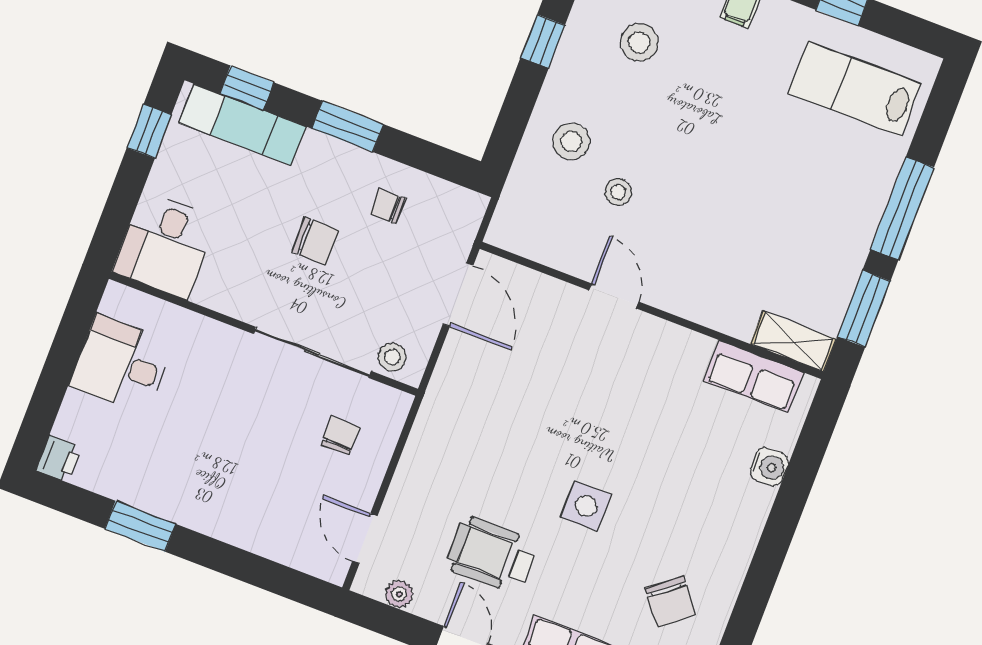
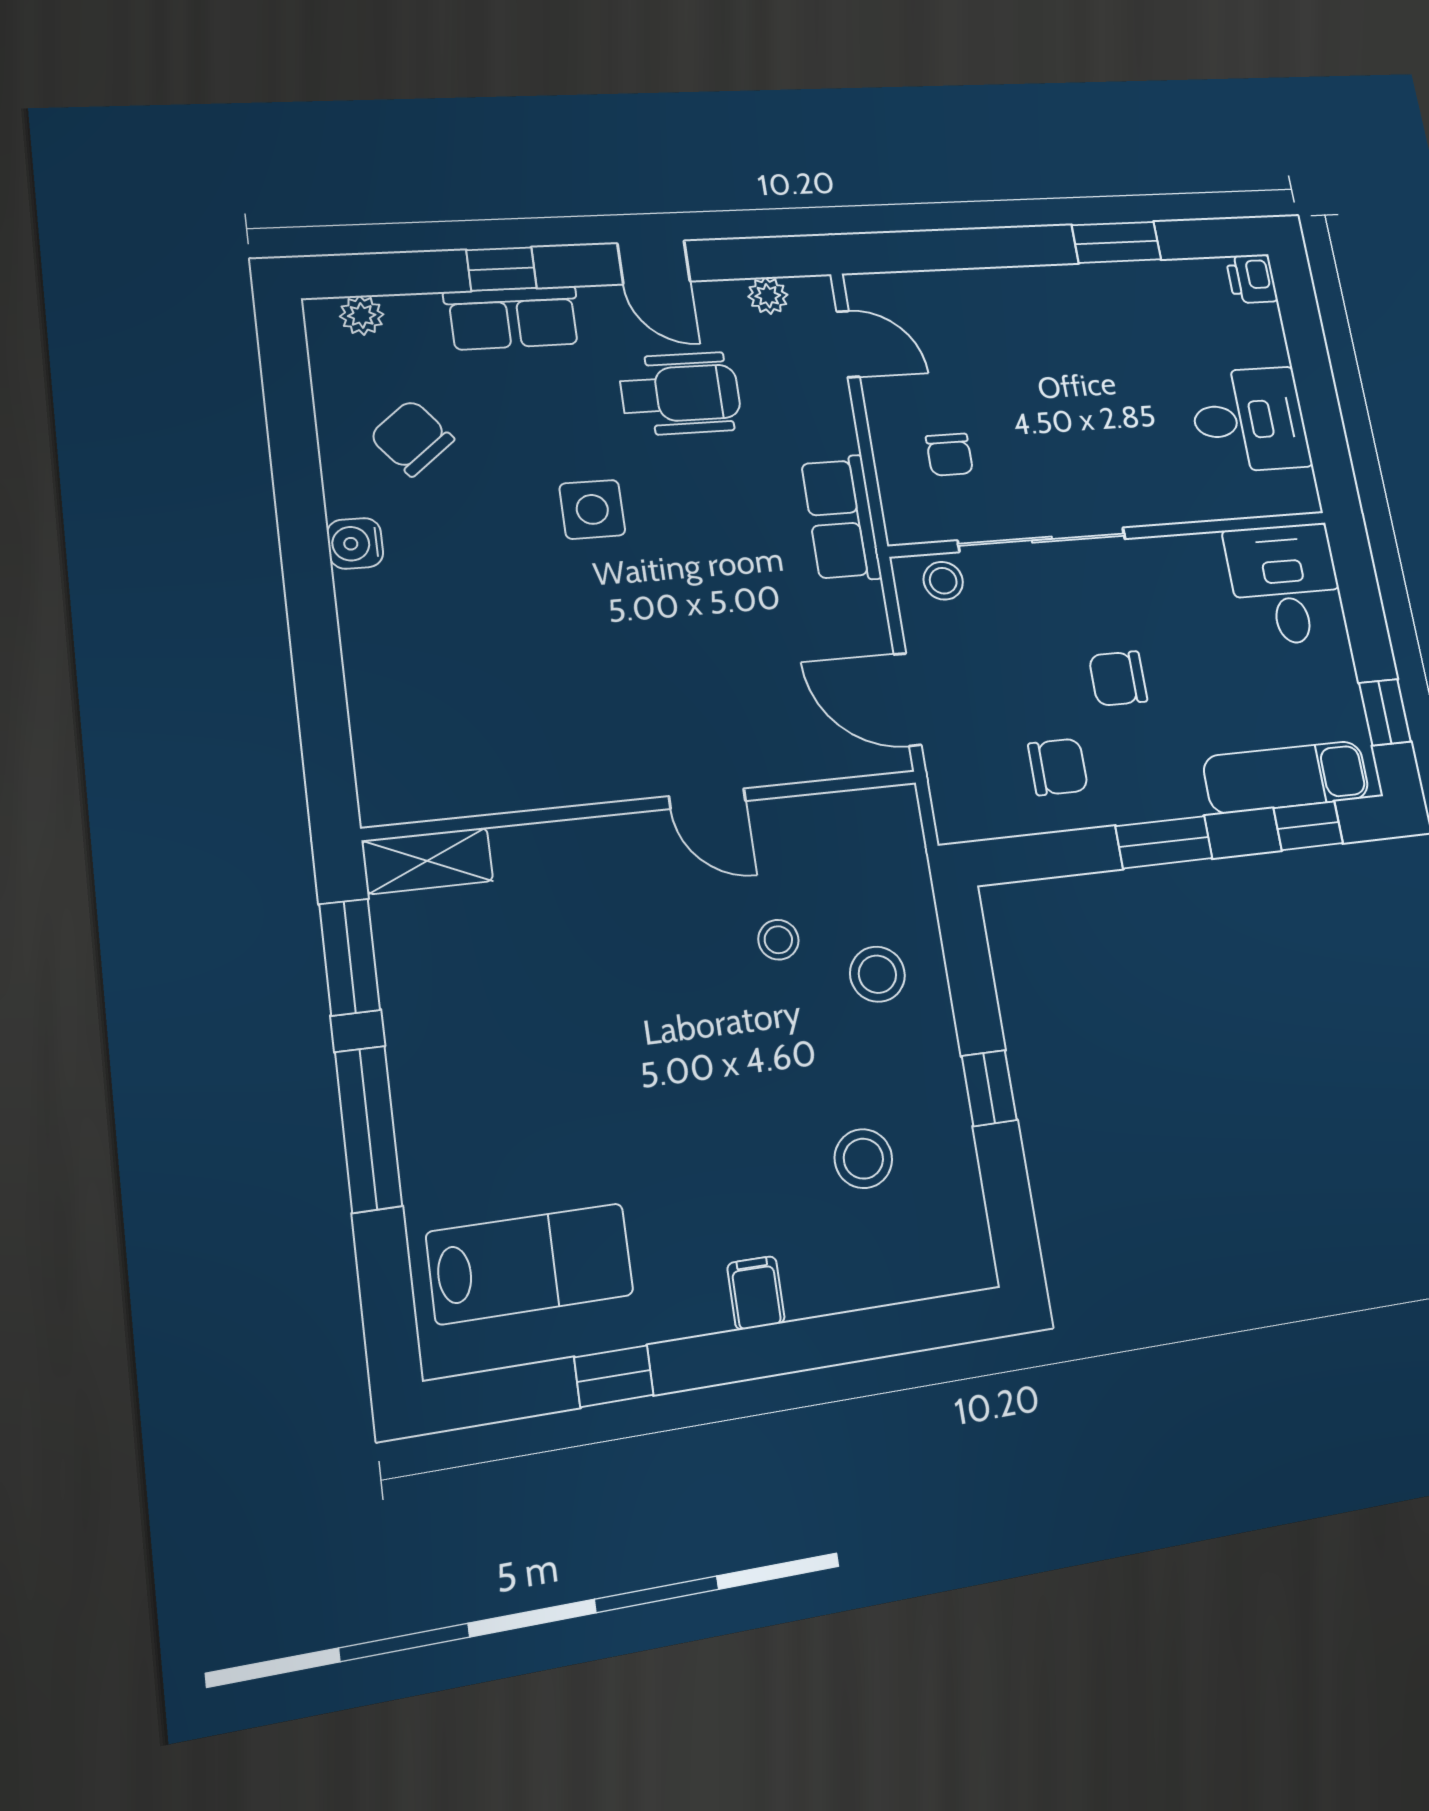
chair: (388, 206) -> (1058, 767), width x1.37, depth x1.37
row of seats: (754, 377) -> (841, 519), moved, turned -90
water cooler: (769, 467) -> (355, 543), moved

